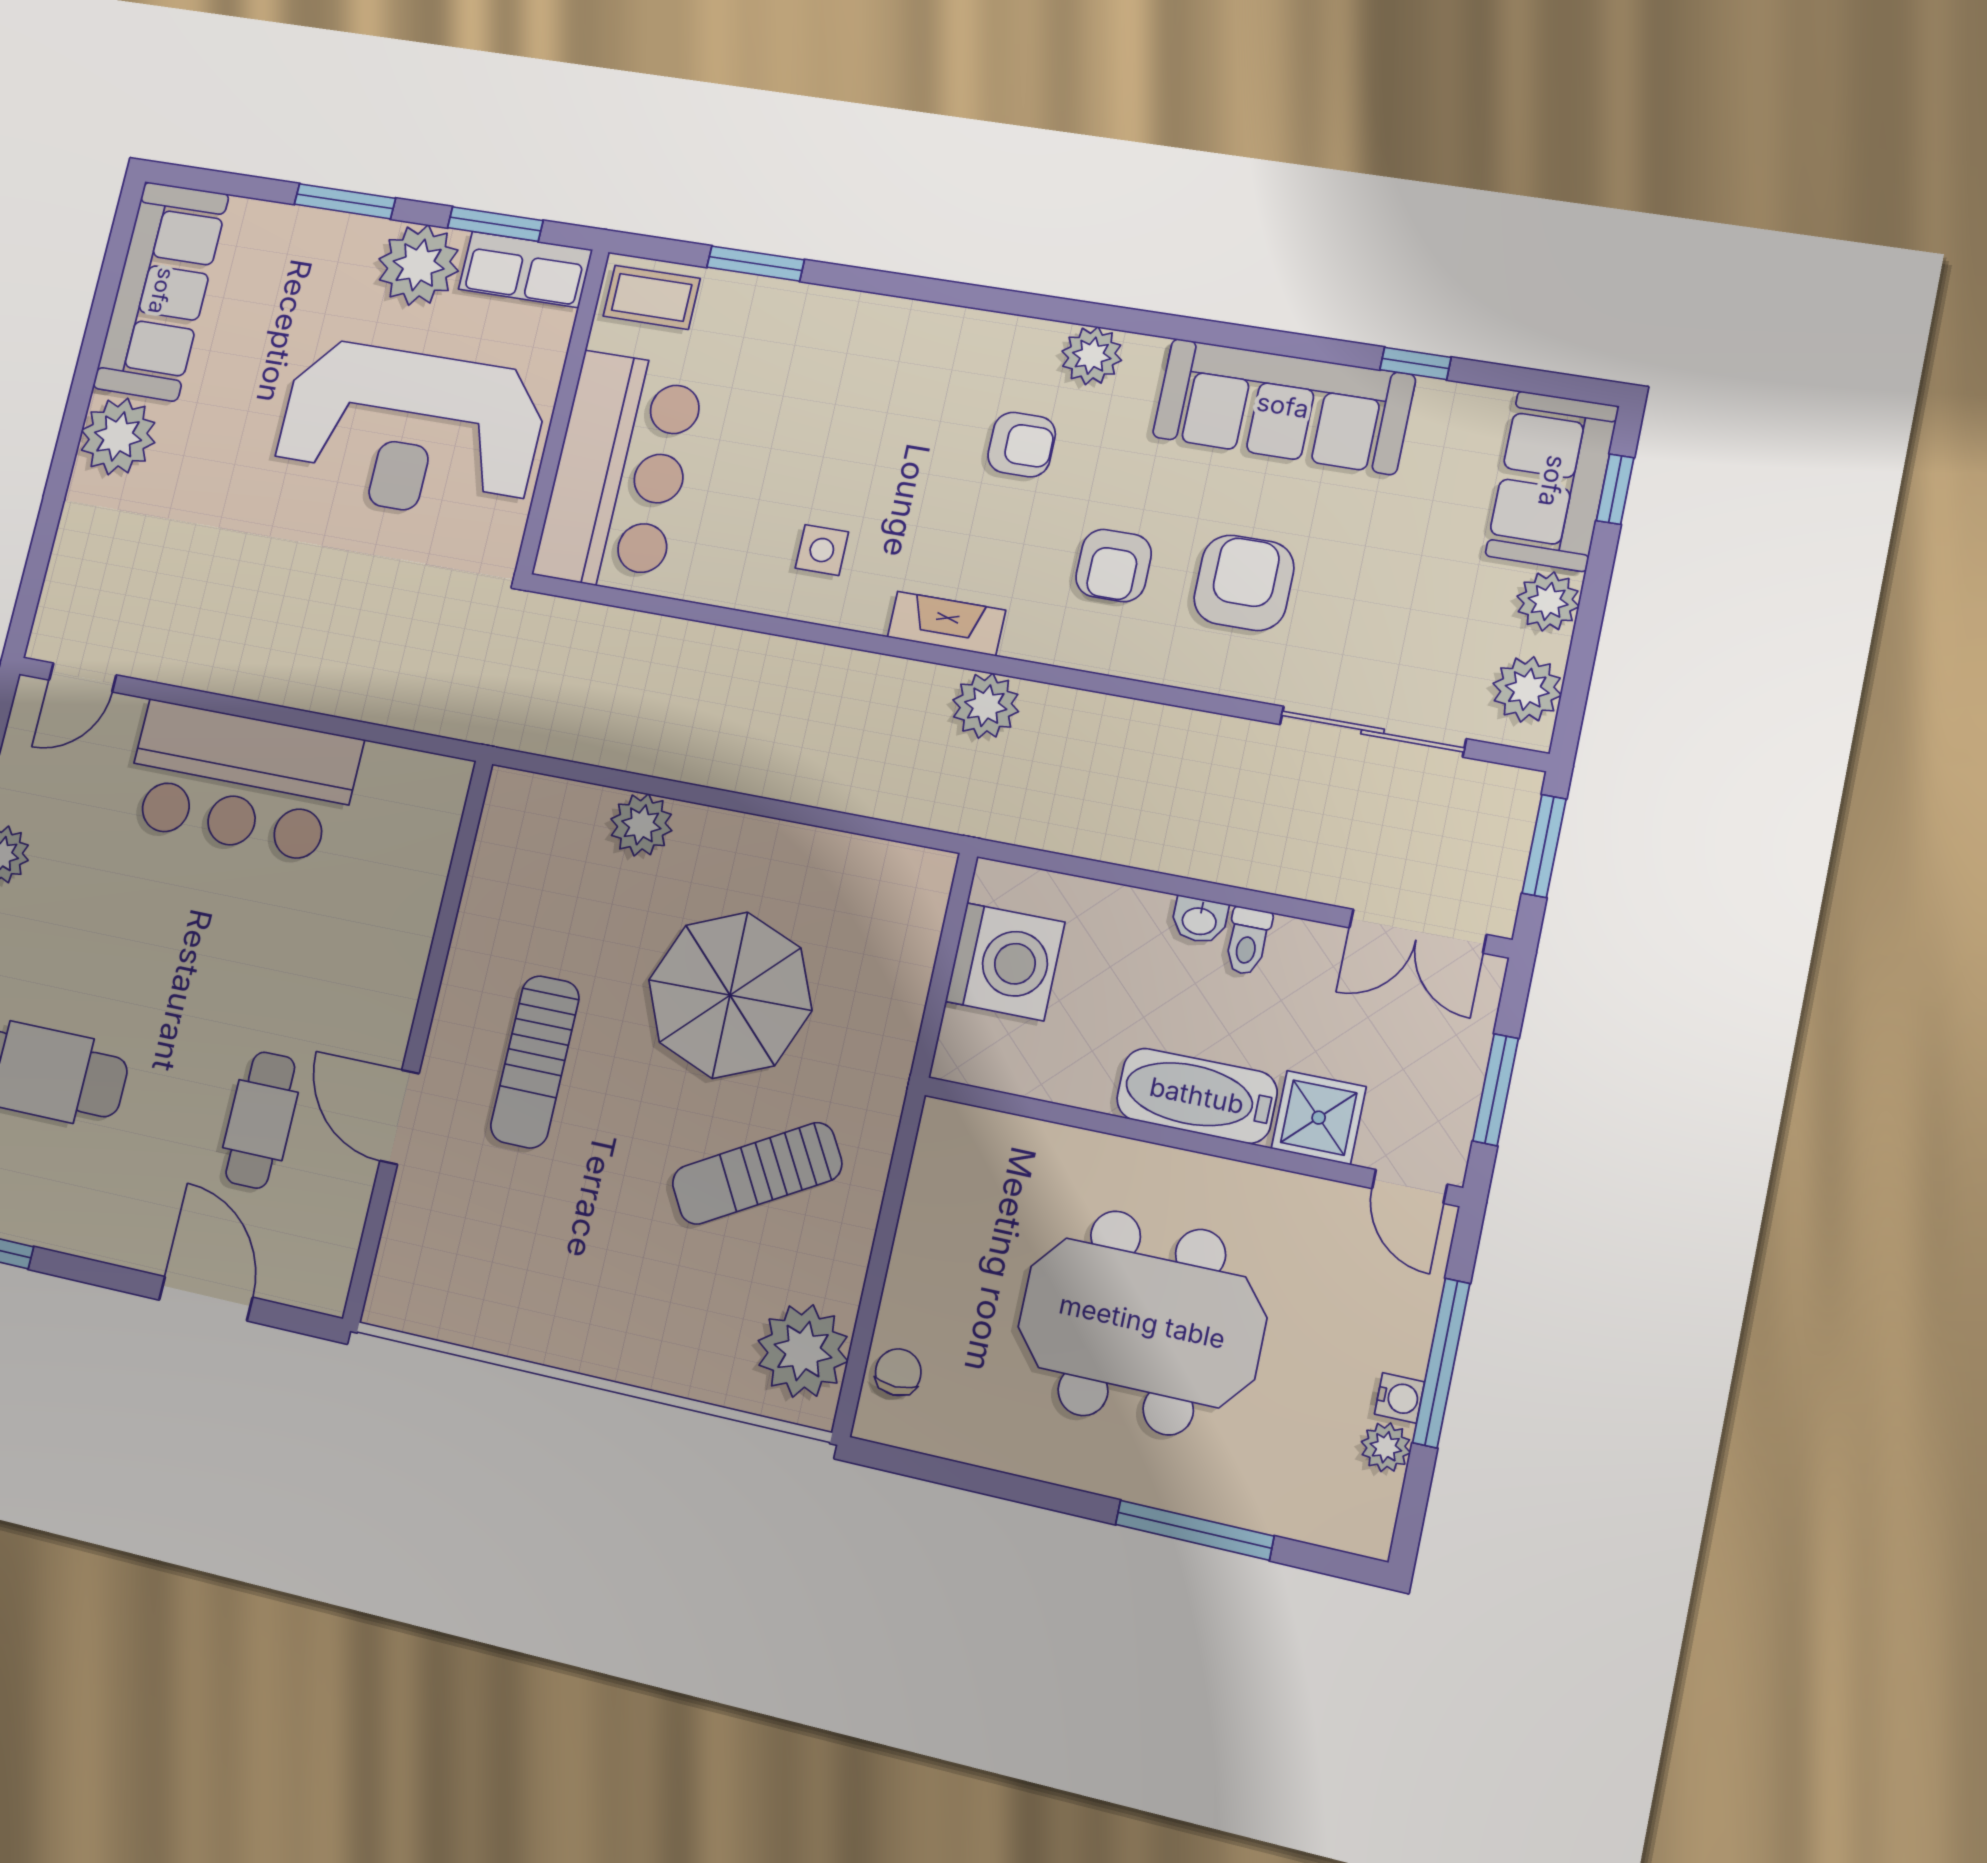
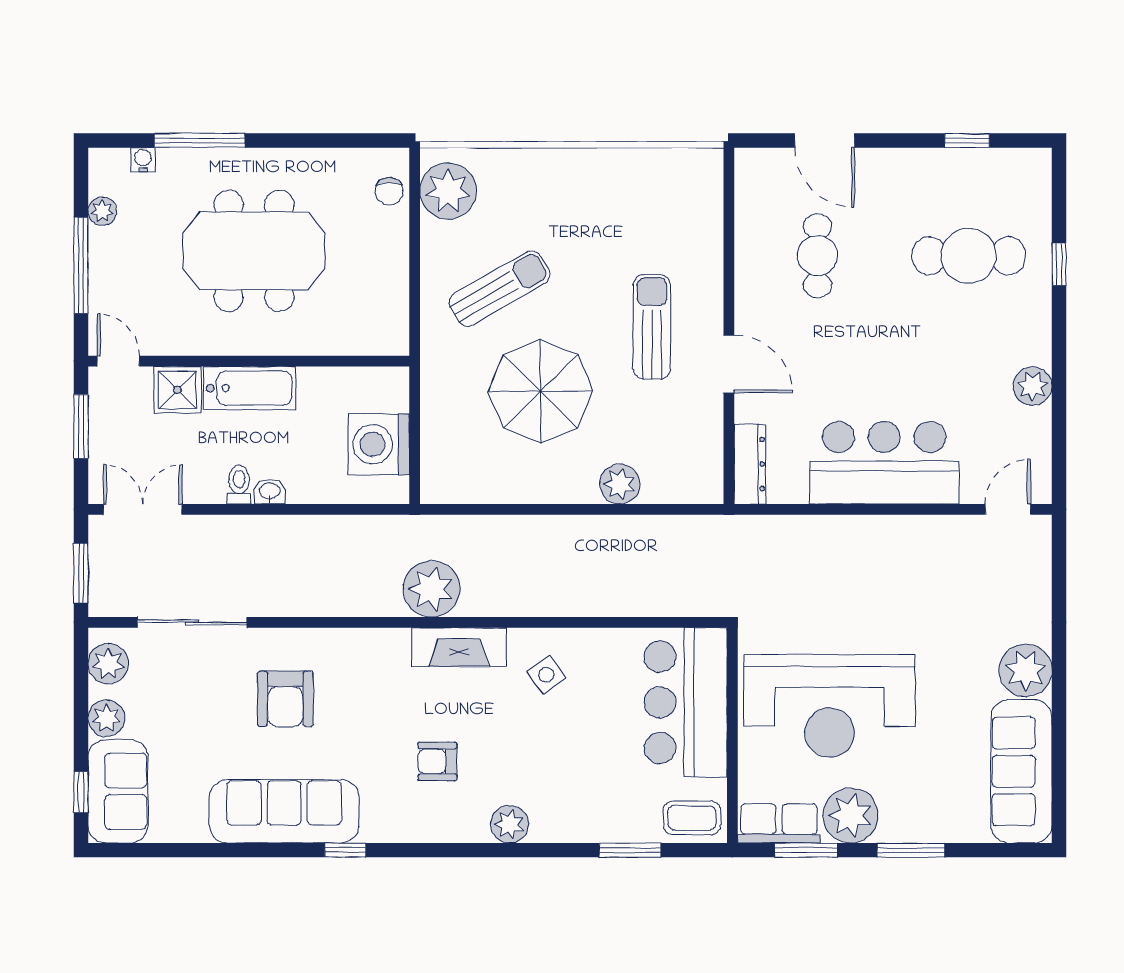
plant: (1092, 356) -> (510, 824), moved
window: (1415, 363) -> (345, 850), moved
reception desk: (409, 431) -> (830, 706), turned 180
side table: (822, 550) -> (546, 675), turned -36
armchair: (1114, 566) -> (365, 696), removed
fireplace: (946, 624) -> (459, 647), width x1.37, depth x1.32
plant: (986, 706) -> (432, 589), width x1.36, depth x1.36
dresser: (438, 818) -> (750, 464), added
door: (400, 1117) -> (729, 364), moved
water cooler: (1400, 1398) -> (143, 160), moved, turned 90

